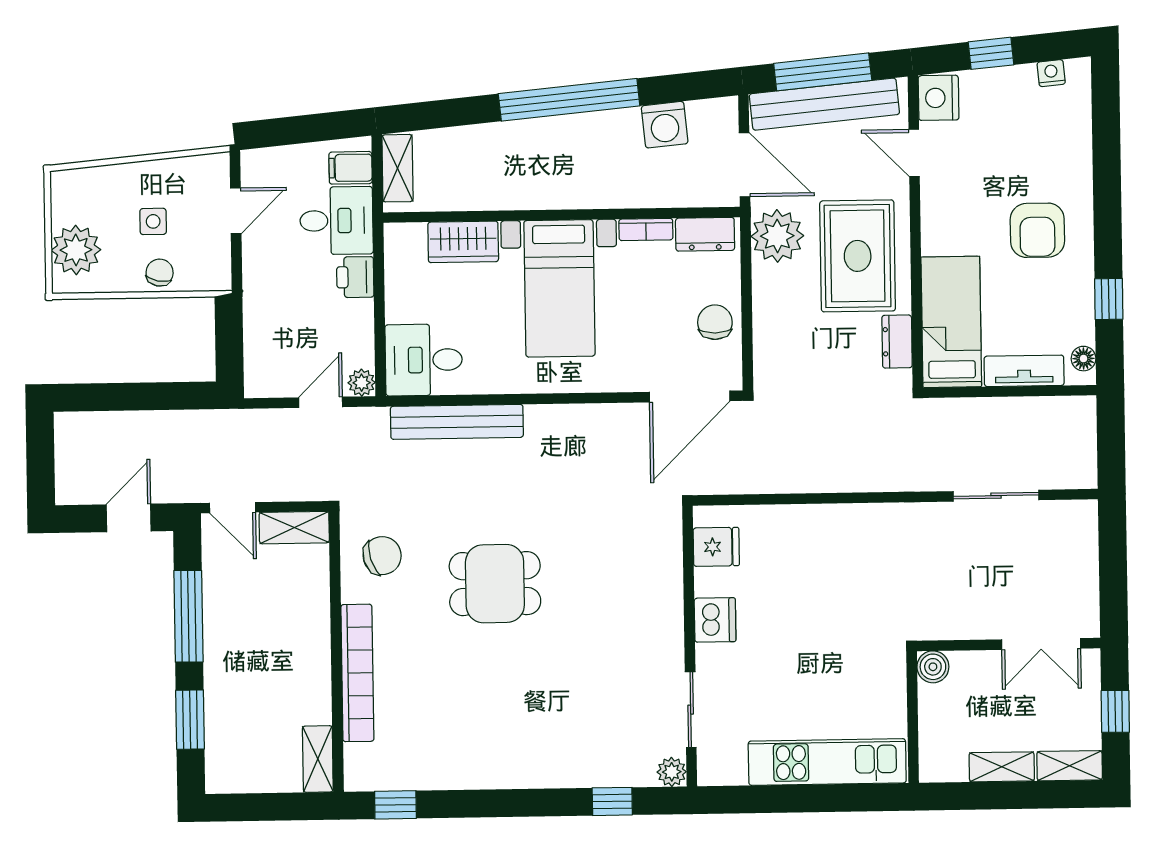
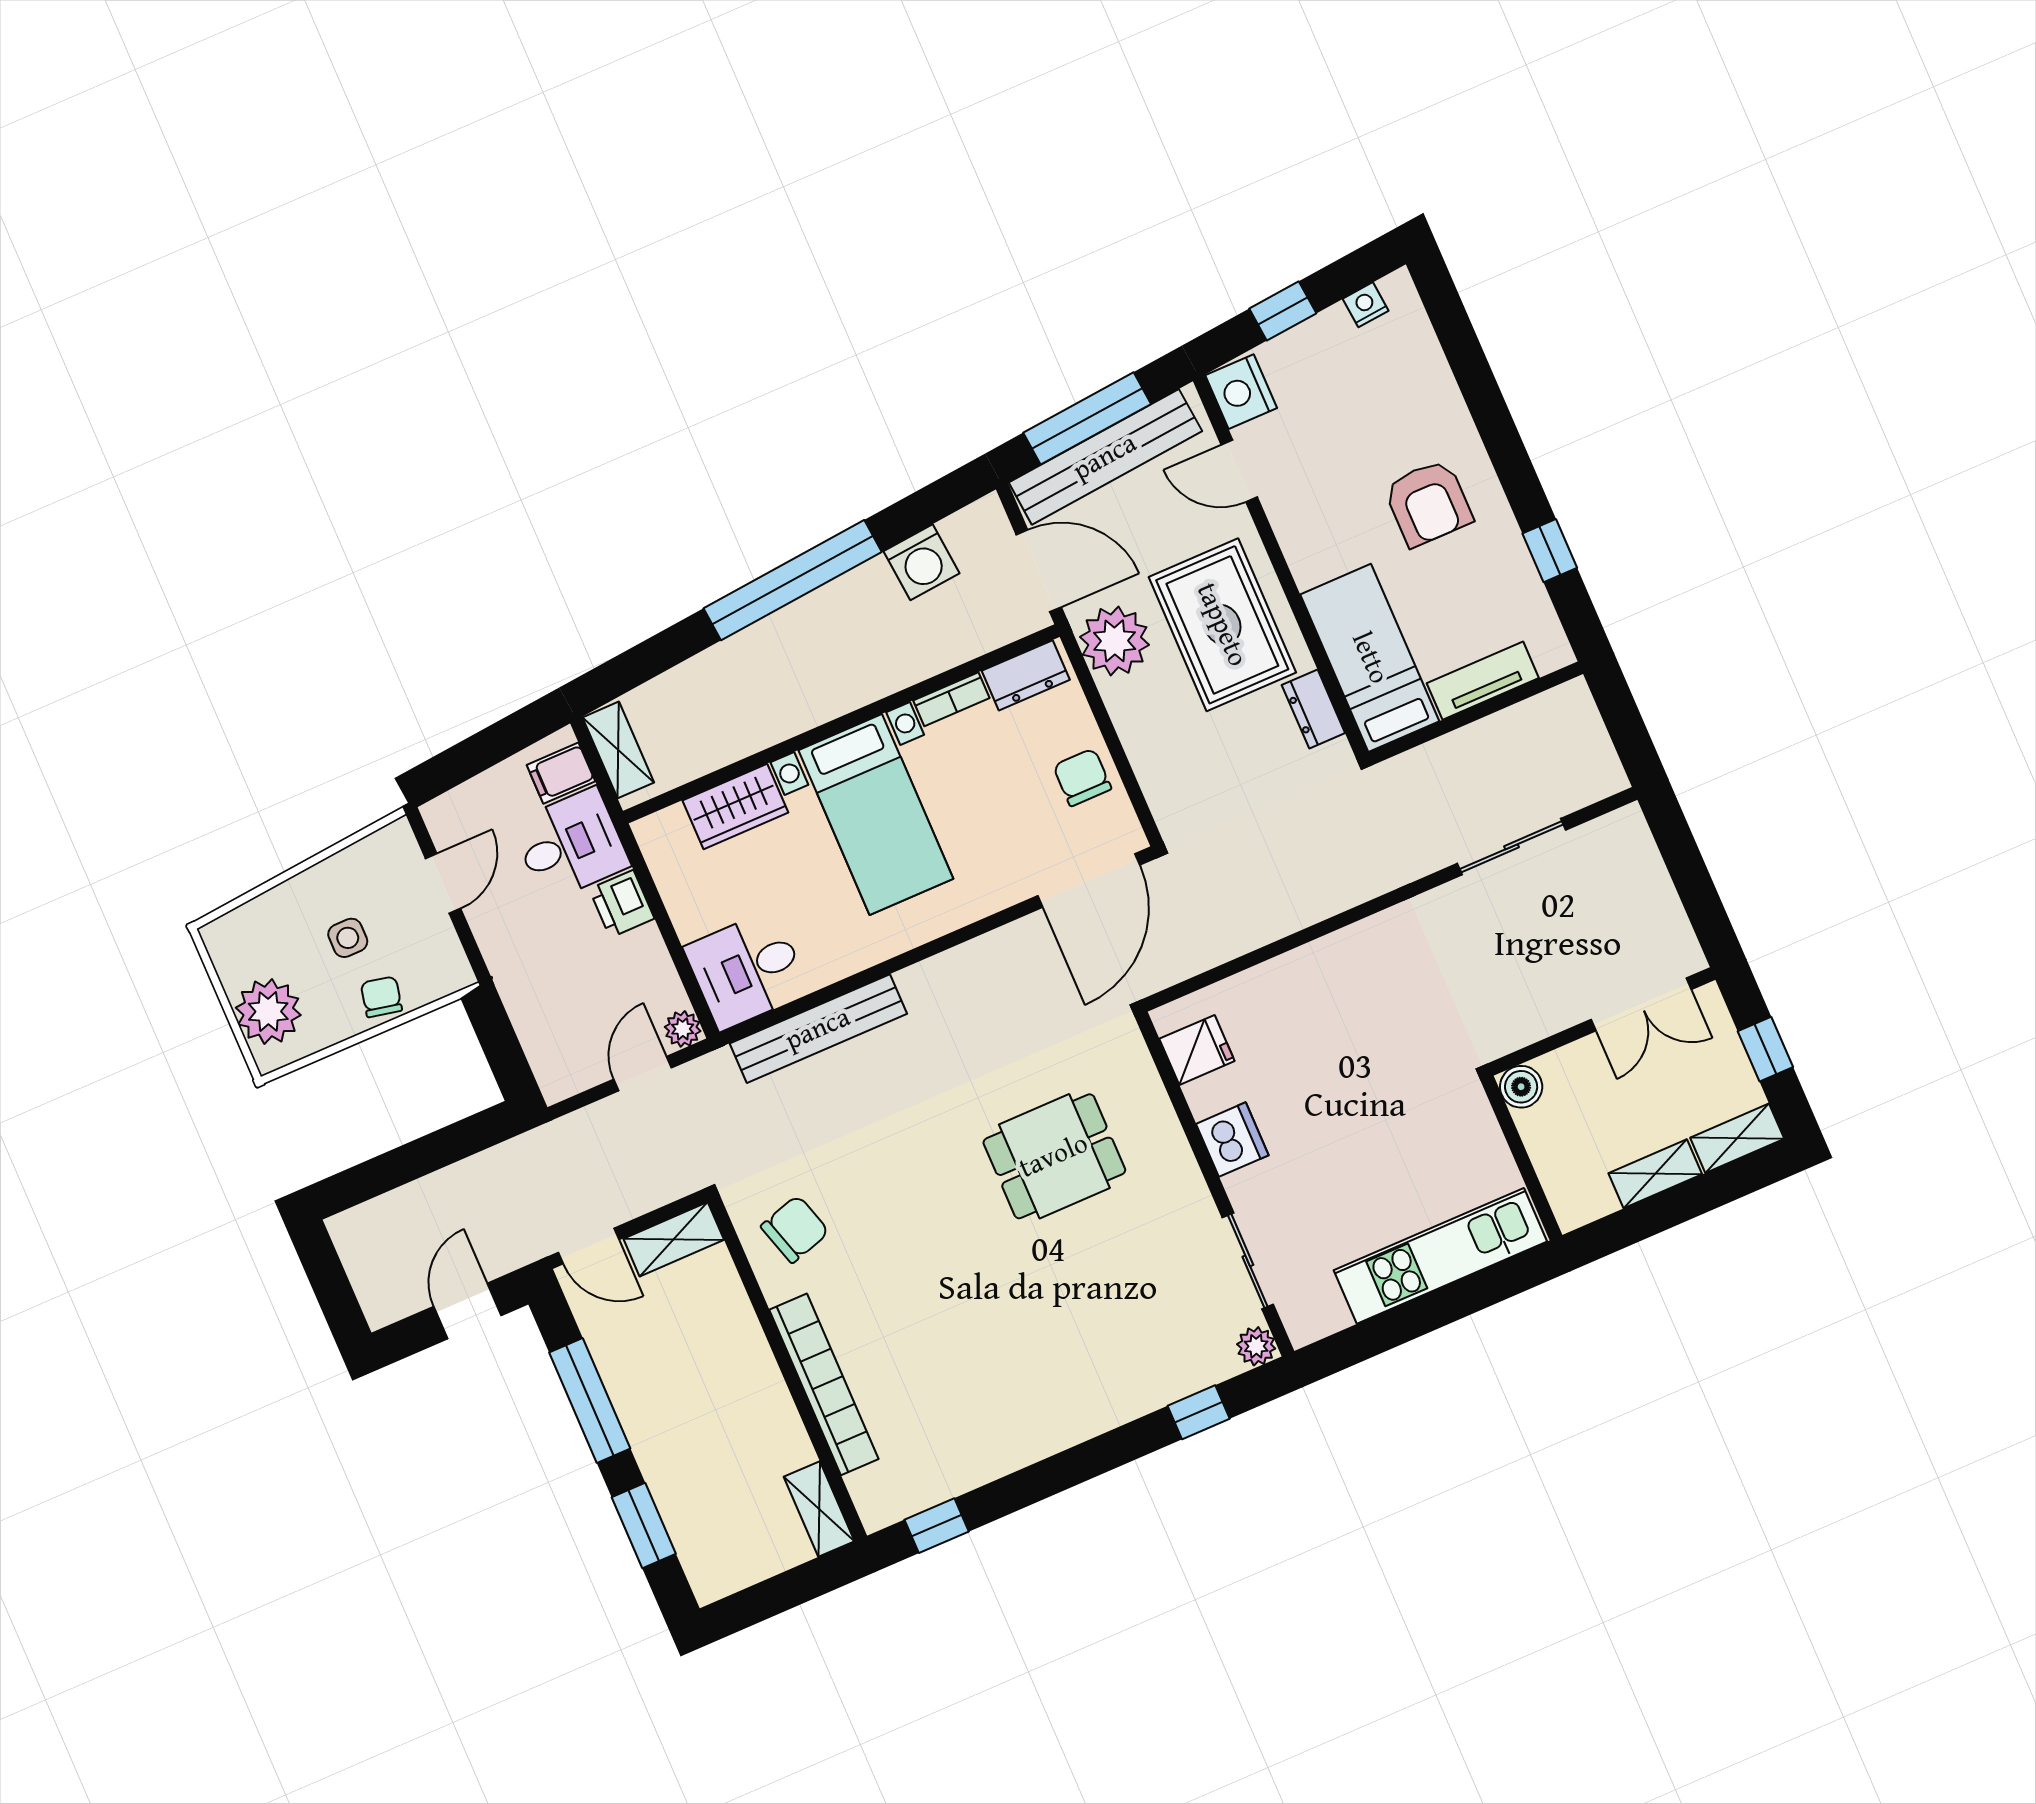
floor lamp: (1084, 359) -> (1549, 636), removed
dining table: (495, 584) -> (1054, 1156), moved

